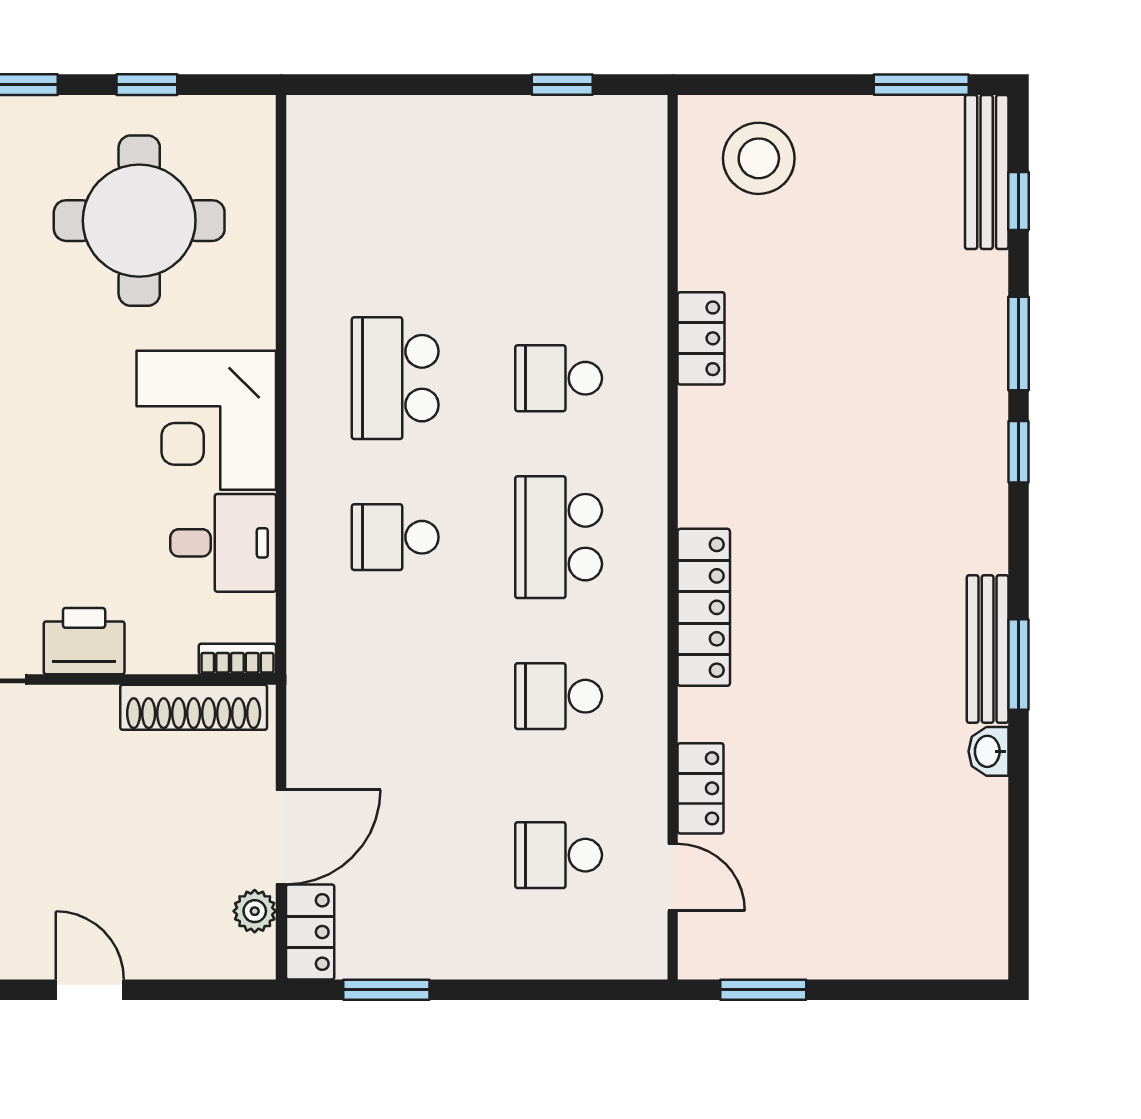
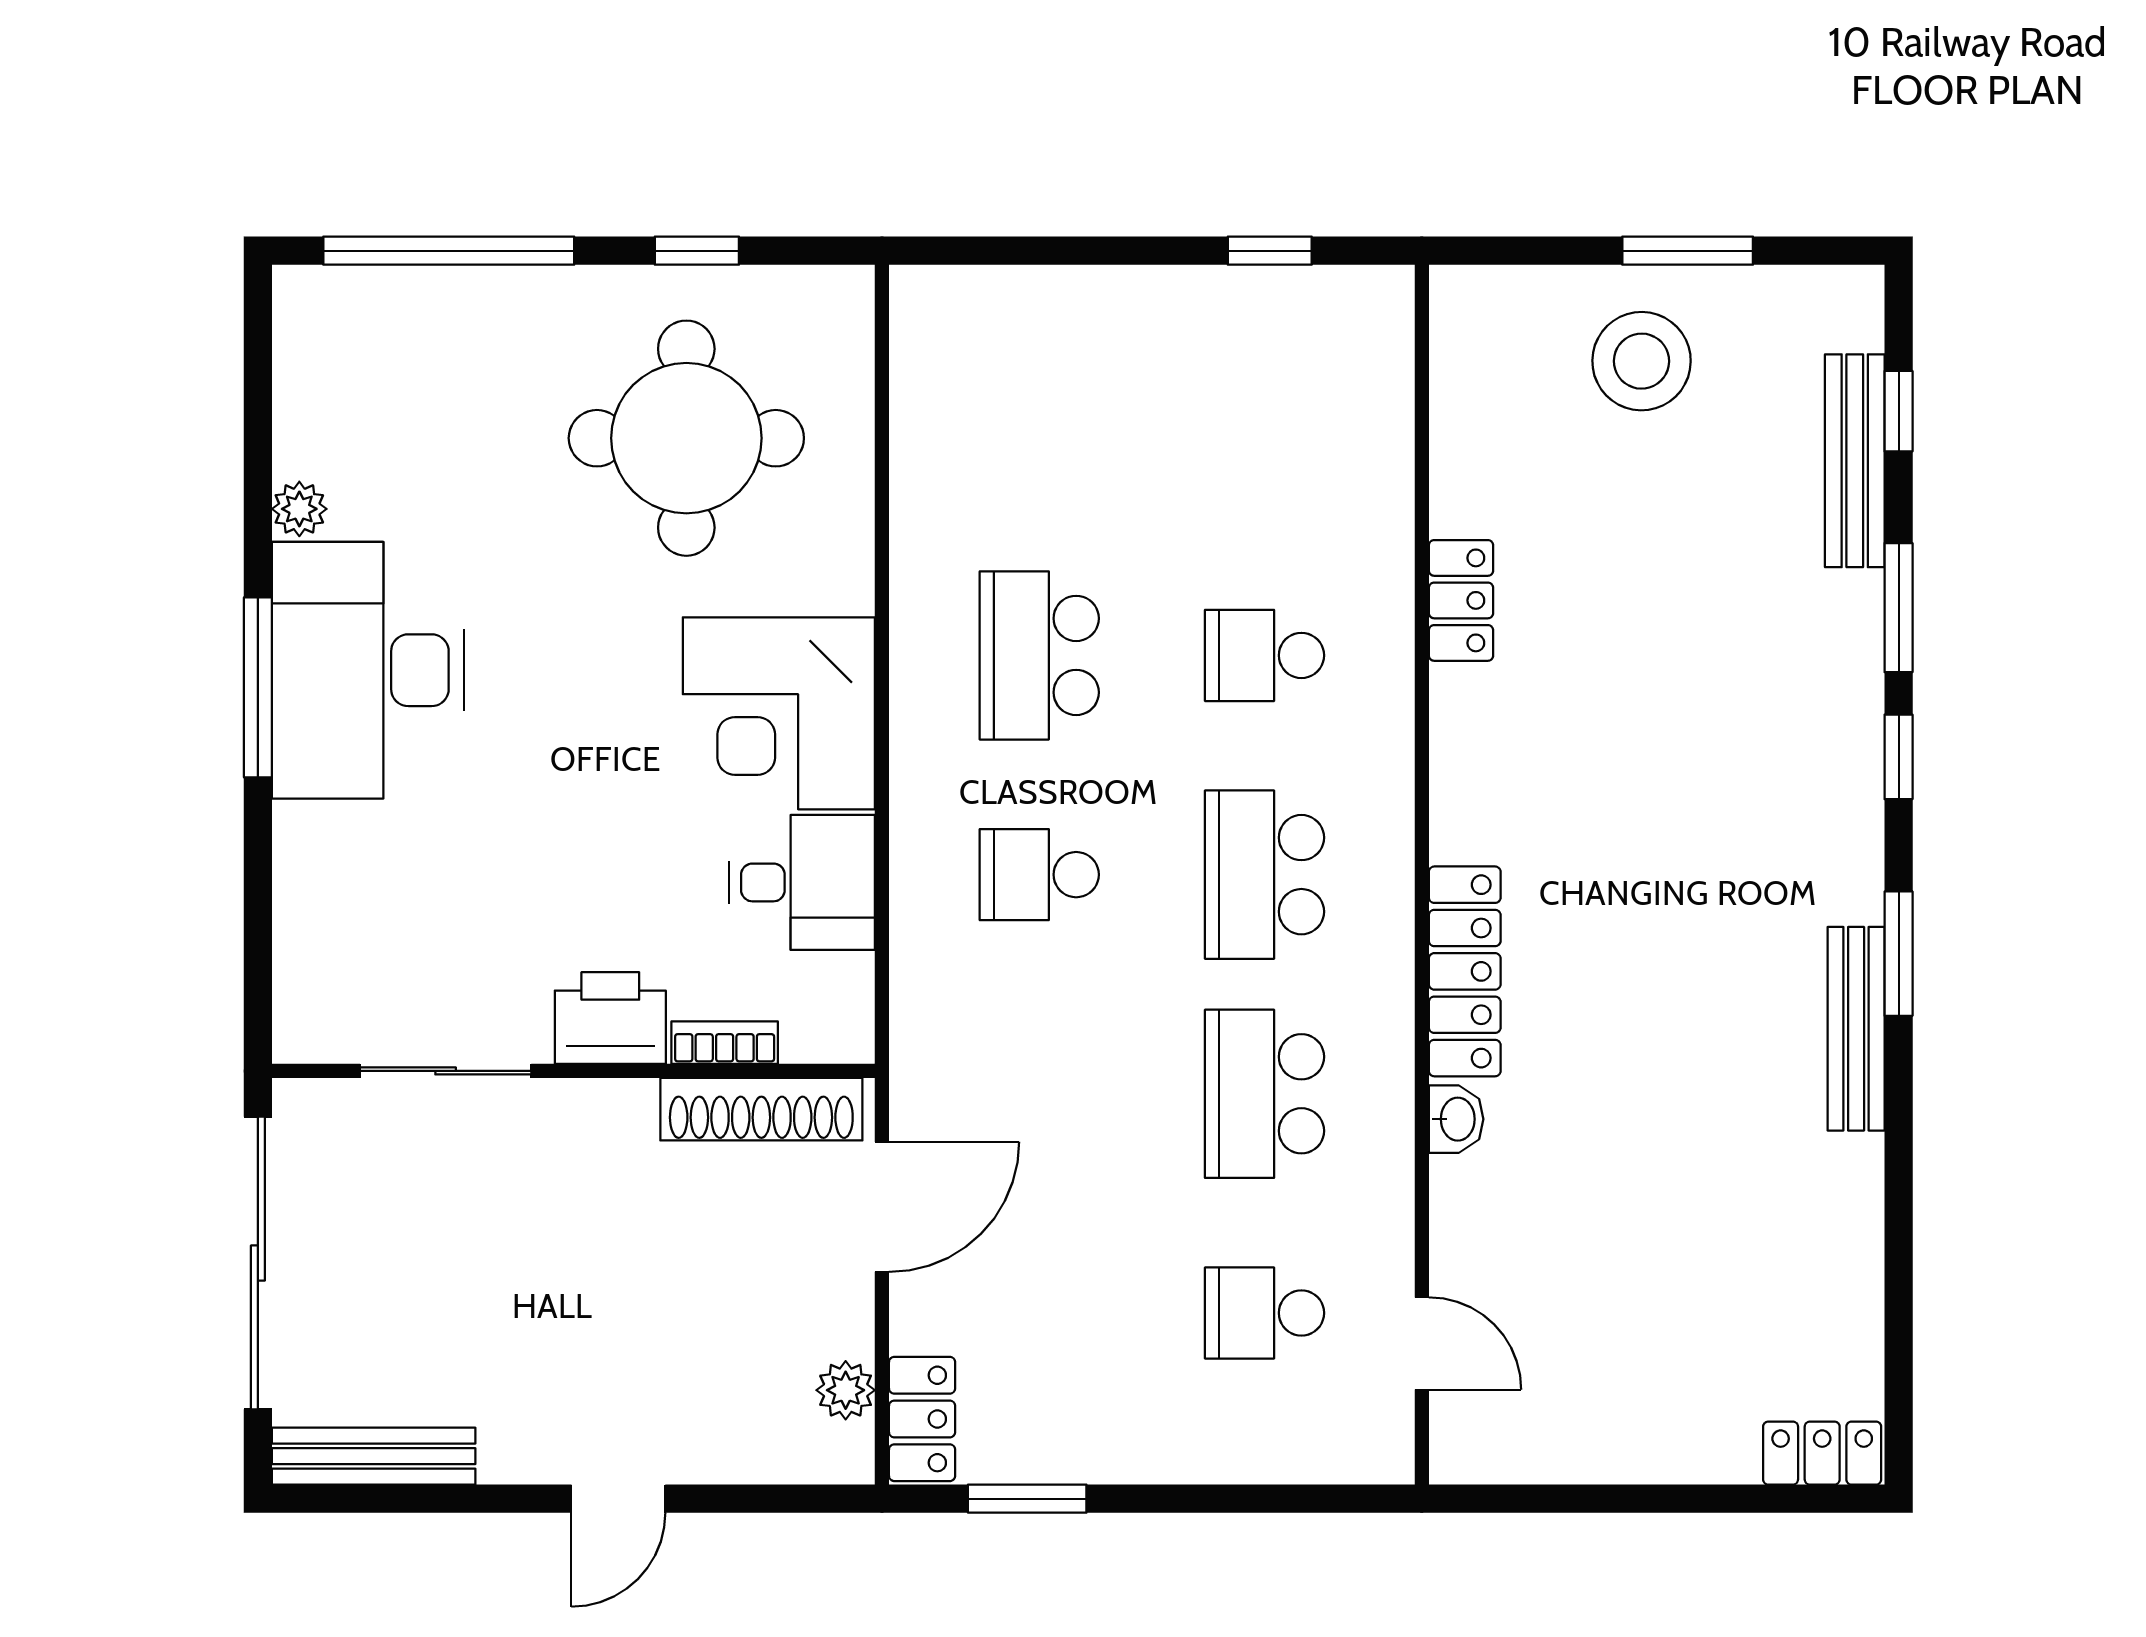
window: (921, 85) -> (1688, 251), moved
stool: (759, 158) -> (1642, 361), moved
bench: (987, 172) -> (1855, 461), moved
bookcase: (237, 659) -> (725, 1043), moved
window: (1018, 665) -> (1899, 954), moved
school desk: (559, 696) -> (1264, 1094), width x1.85
washbasin: (988, 751) -> (1456, 1119), moved, turned 180
locker: (701, 788) -> (1822, 1453), moved, turned -90
door: (281, 837) -> (882, 1207), moved
door: (90, 990) -> (618, 1499), swing flipped
window: (763, 990) -> (1547, 1499), removed

